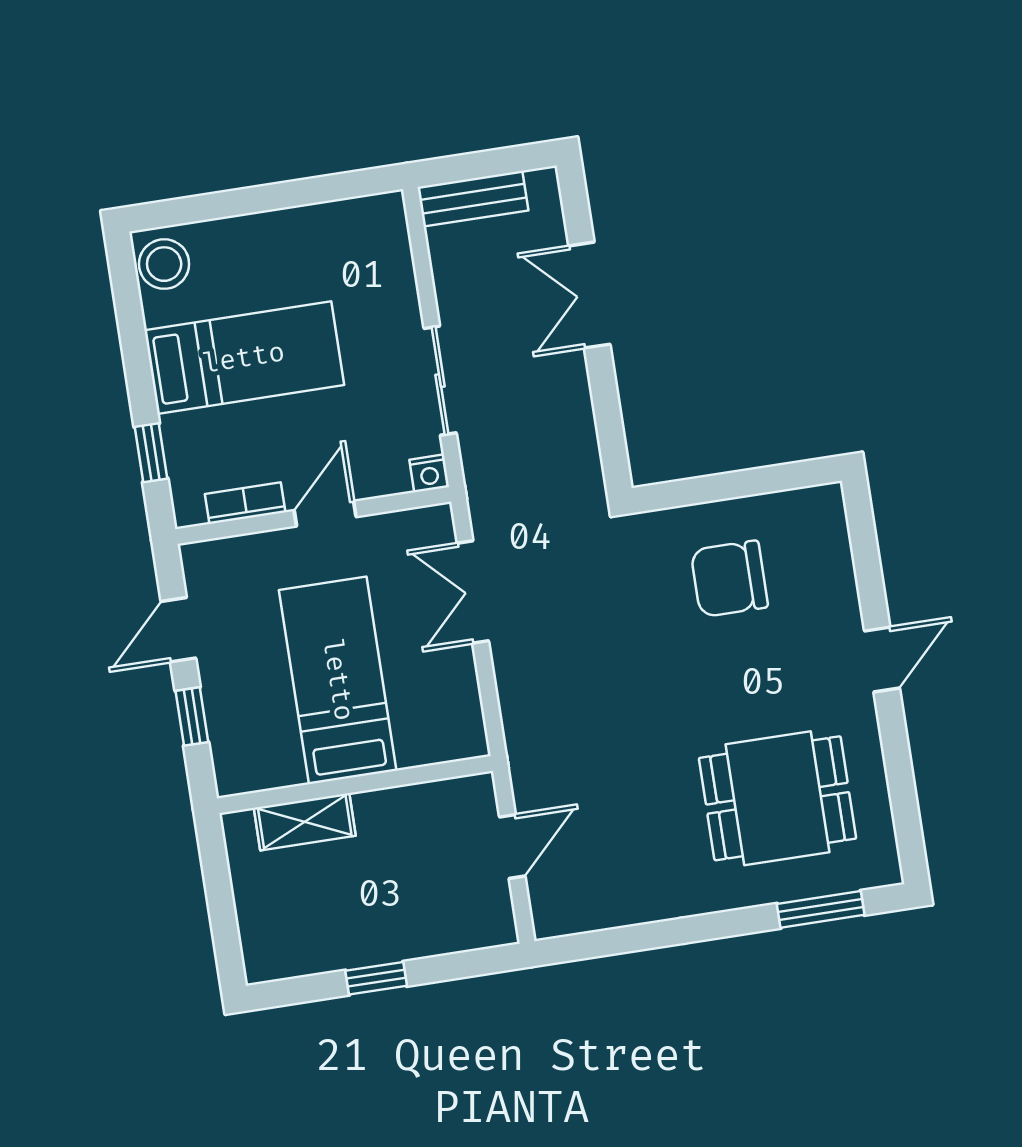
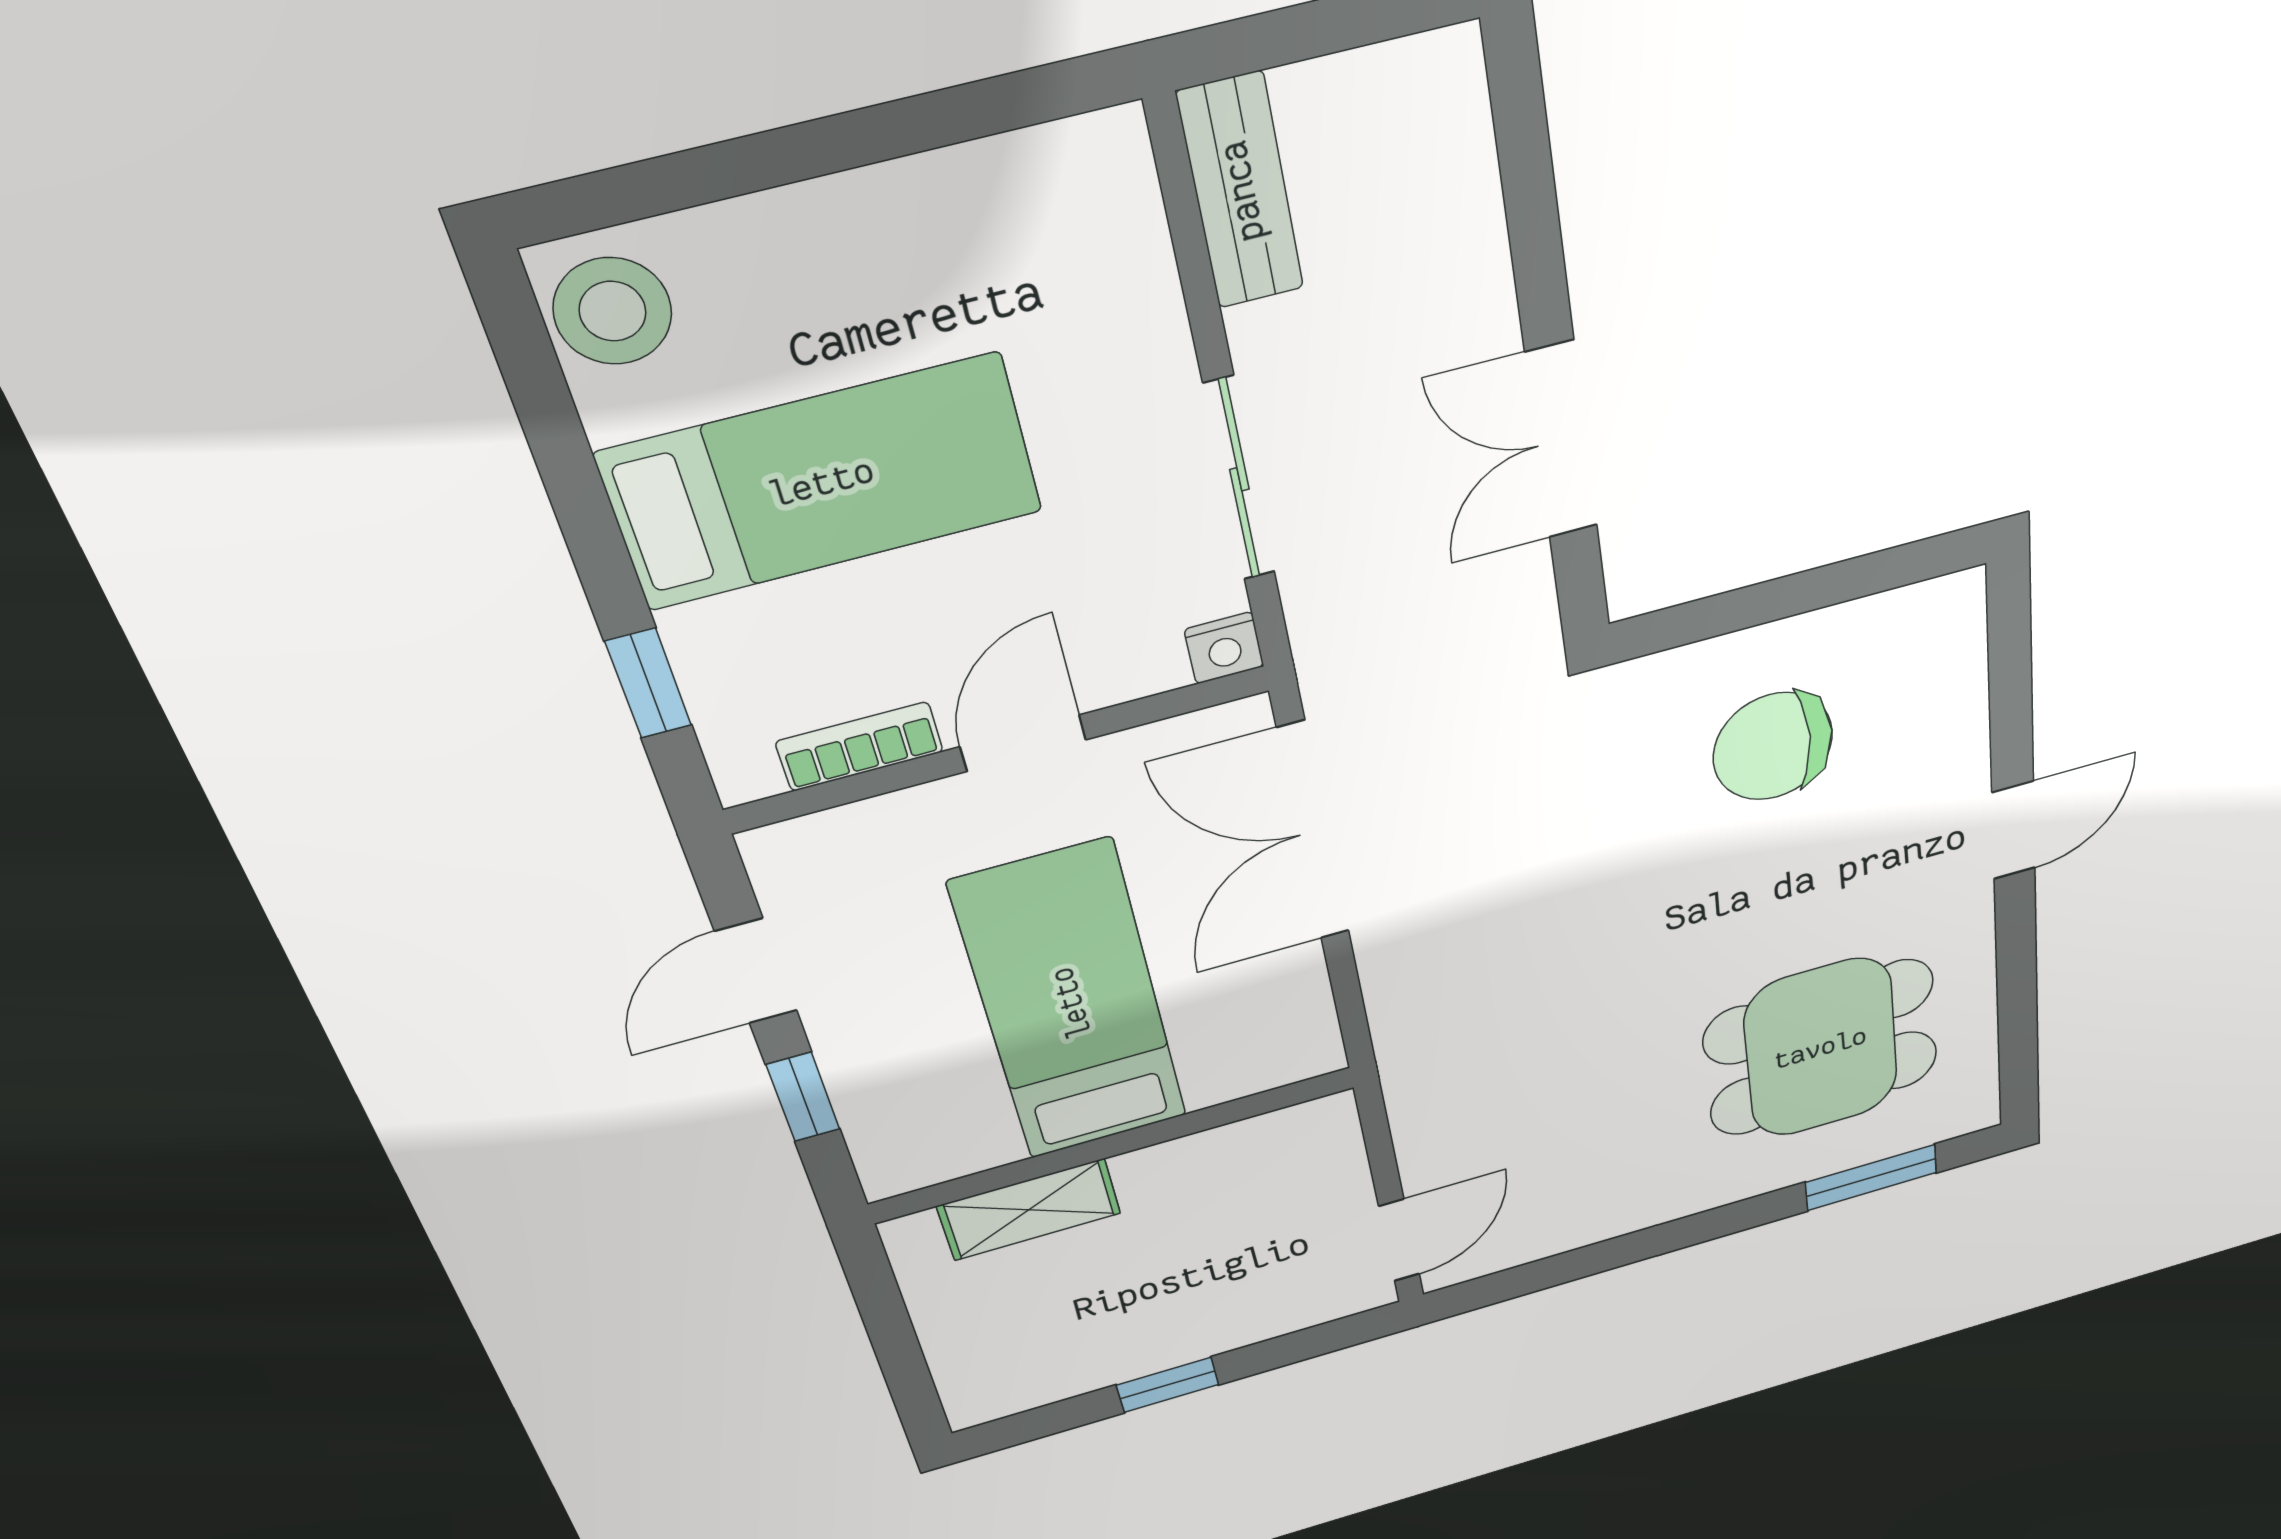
bench: (473, 199) -> (1241, 191), moved, turned 90
double door: (589, 295) -> (1562, 440), moved
double door: (473, 592) -> (1313, 832), width x1.37
door: (512, 846) -> (1399, 1240), moved

